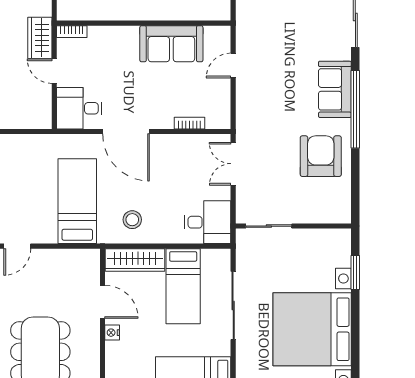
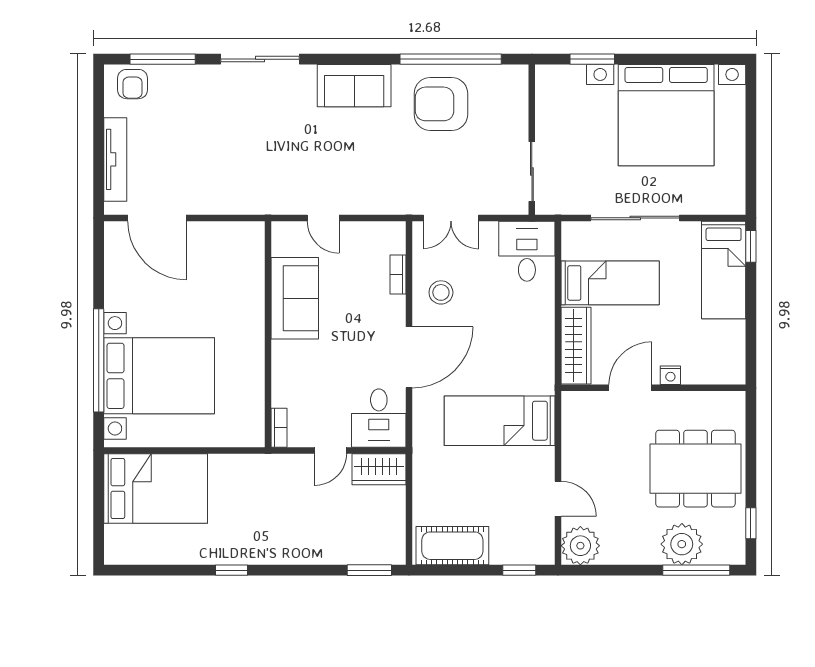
wardrobe: (40, 38) -> (379, 469), moved
window: (355, 109) -> (451, 59), moved
stool: (132, 220) -> (441, 292), moved

